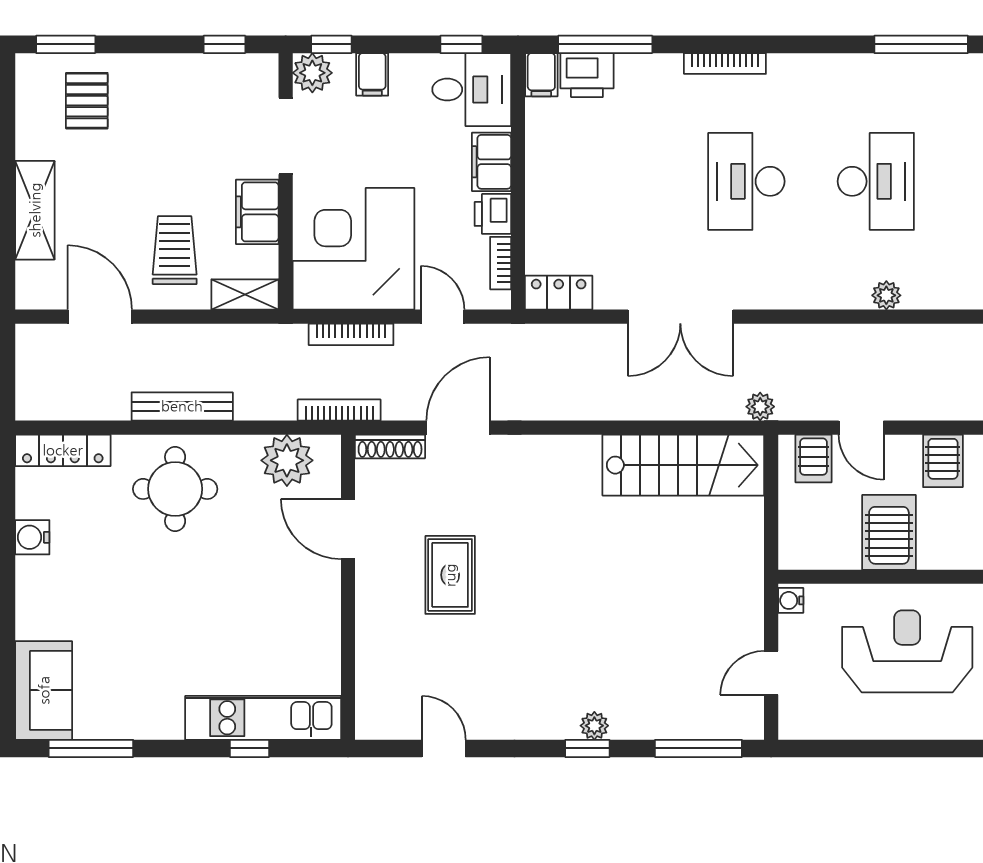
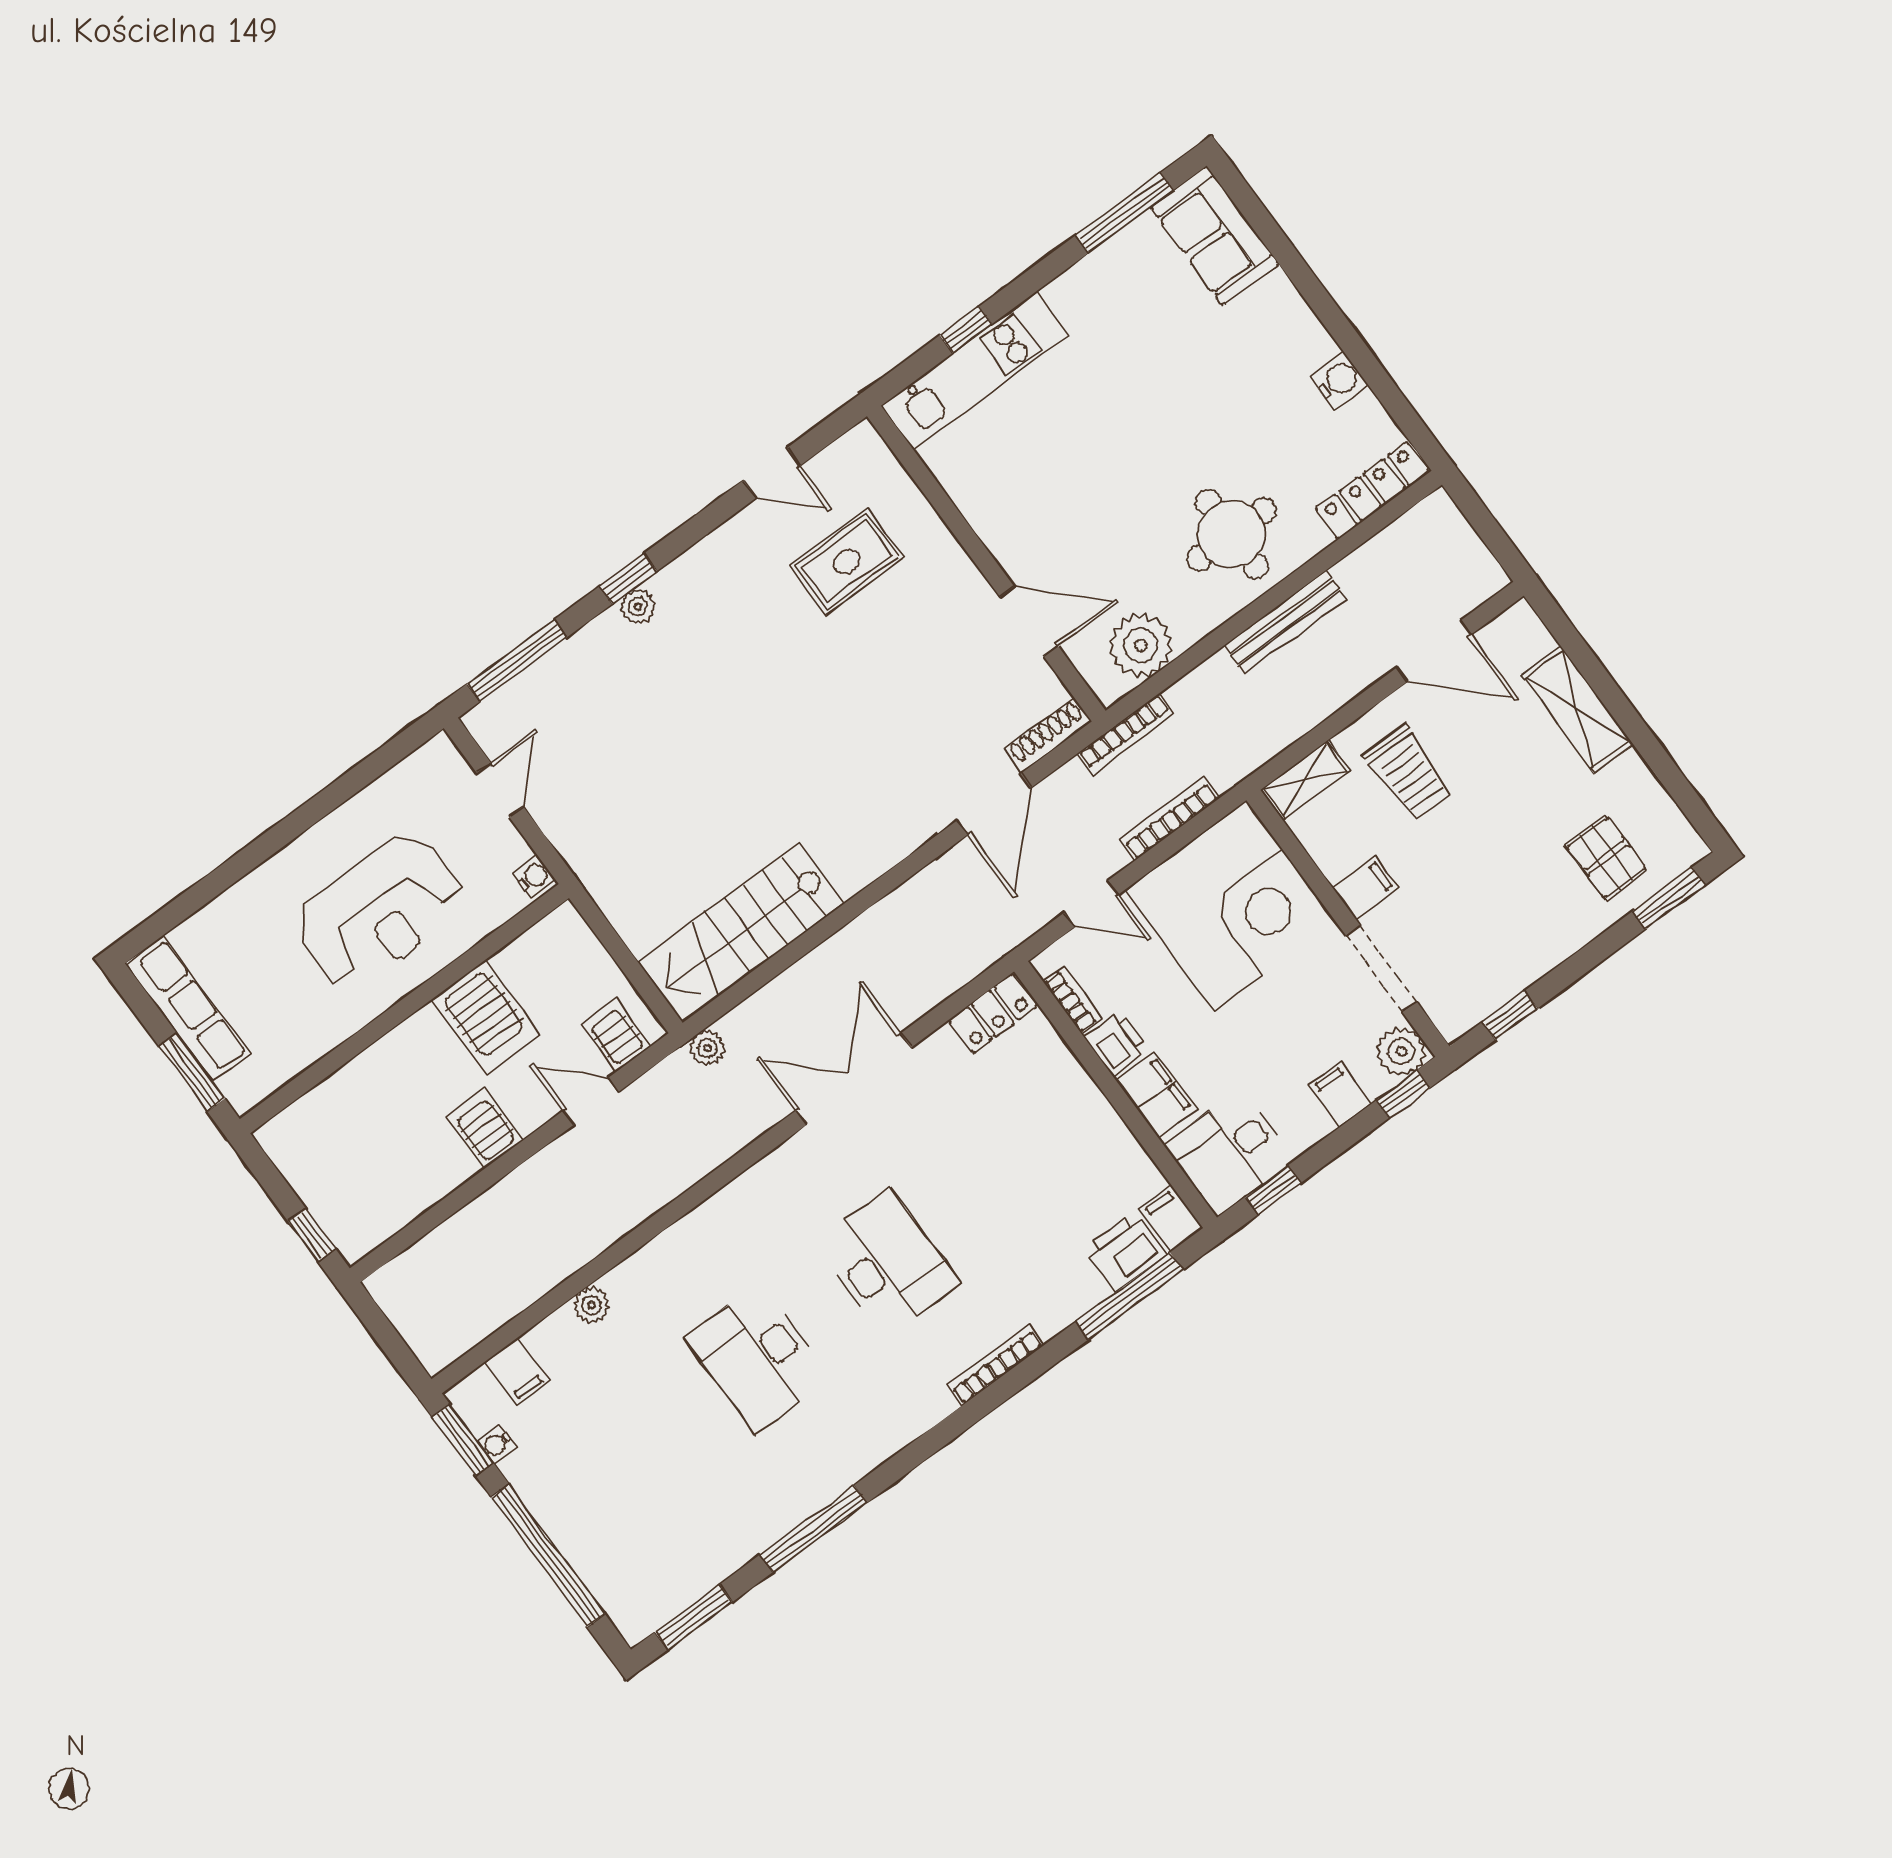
filing cabinet: (257, 212) -> (1366, 888), width x0.50
plant: (886, 295) -> (591, 1305), moved
rug: (450, 575) -> (847, 561), moved, turned 90

